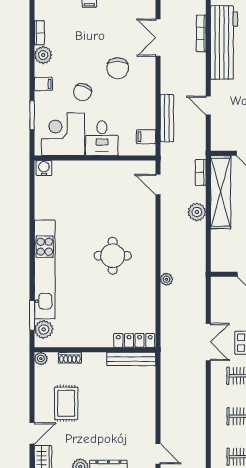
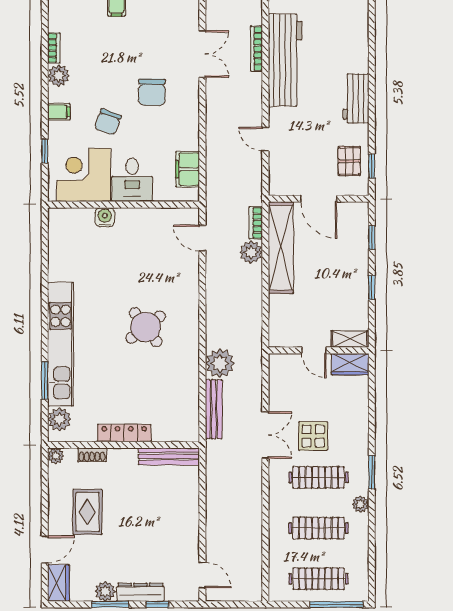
double door: (158, 38) -> (202, 54), swing flipped
window: (32, 115) -> (45, 151), width x0.67
bench: (167, 118) -> (214, 409), moved
filing cabinet: (146, 137) -> (188, 169), width x2.00
water cooler: (44, 168) -> (105, 217), moved
plant: (197, 212) -> (251, 252), moved
round table: (113, 256) -> (146, 327), turned -37
plant: (166, 279) -> (220, 363), width x1.87, depth x1.87
window: (32, 315) -> (45, 380), moved
locker: (134, 340) -> (124, 433), moved

